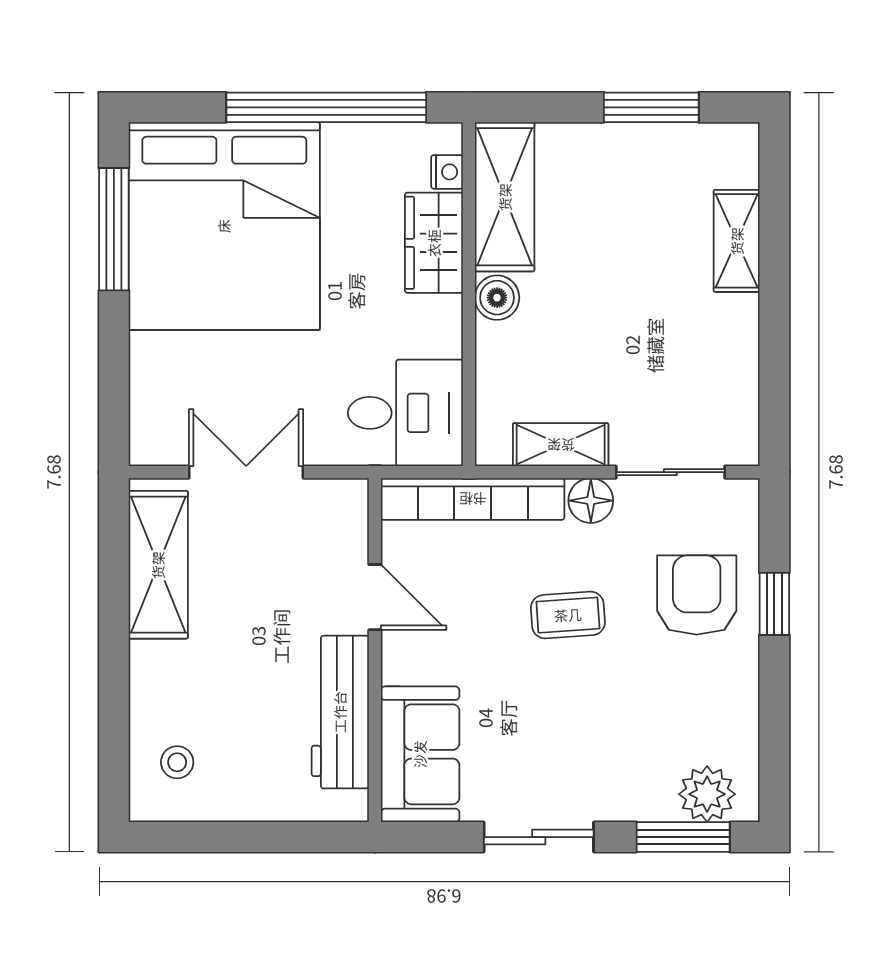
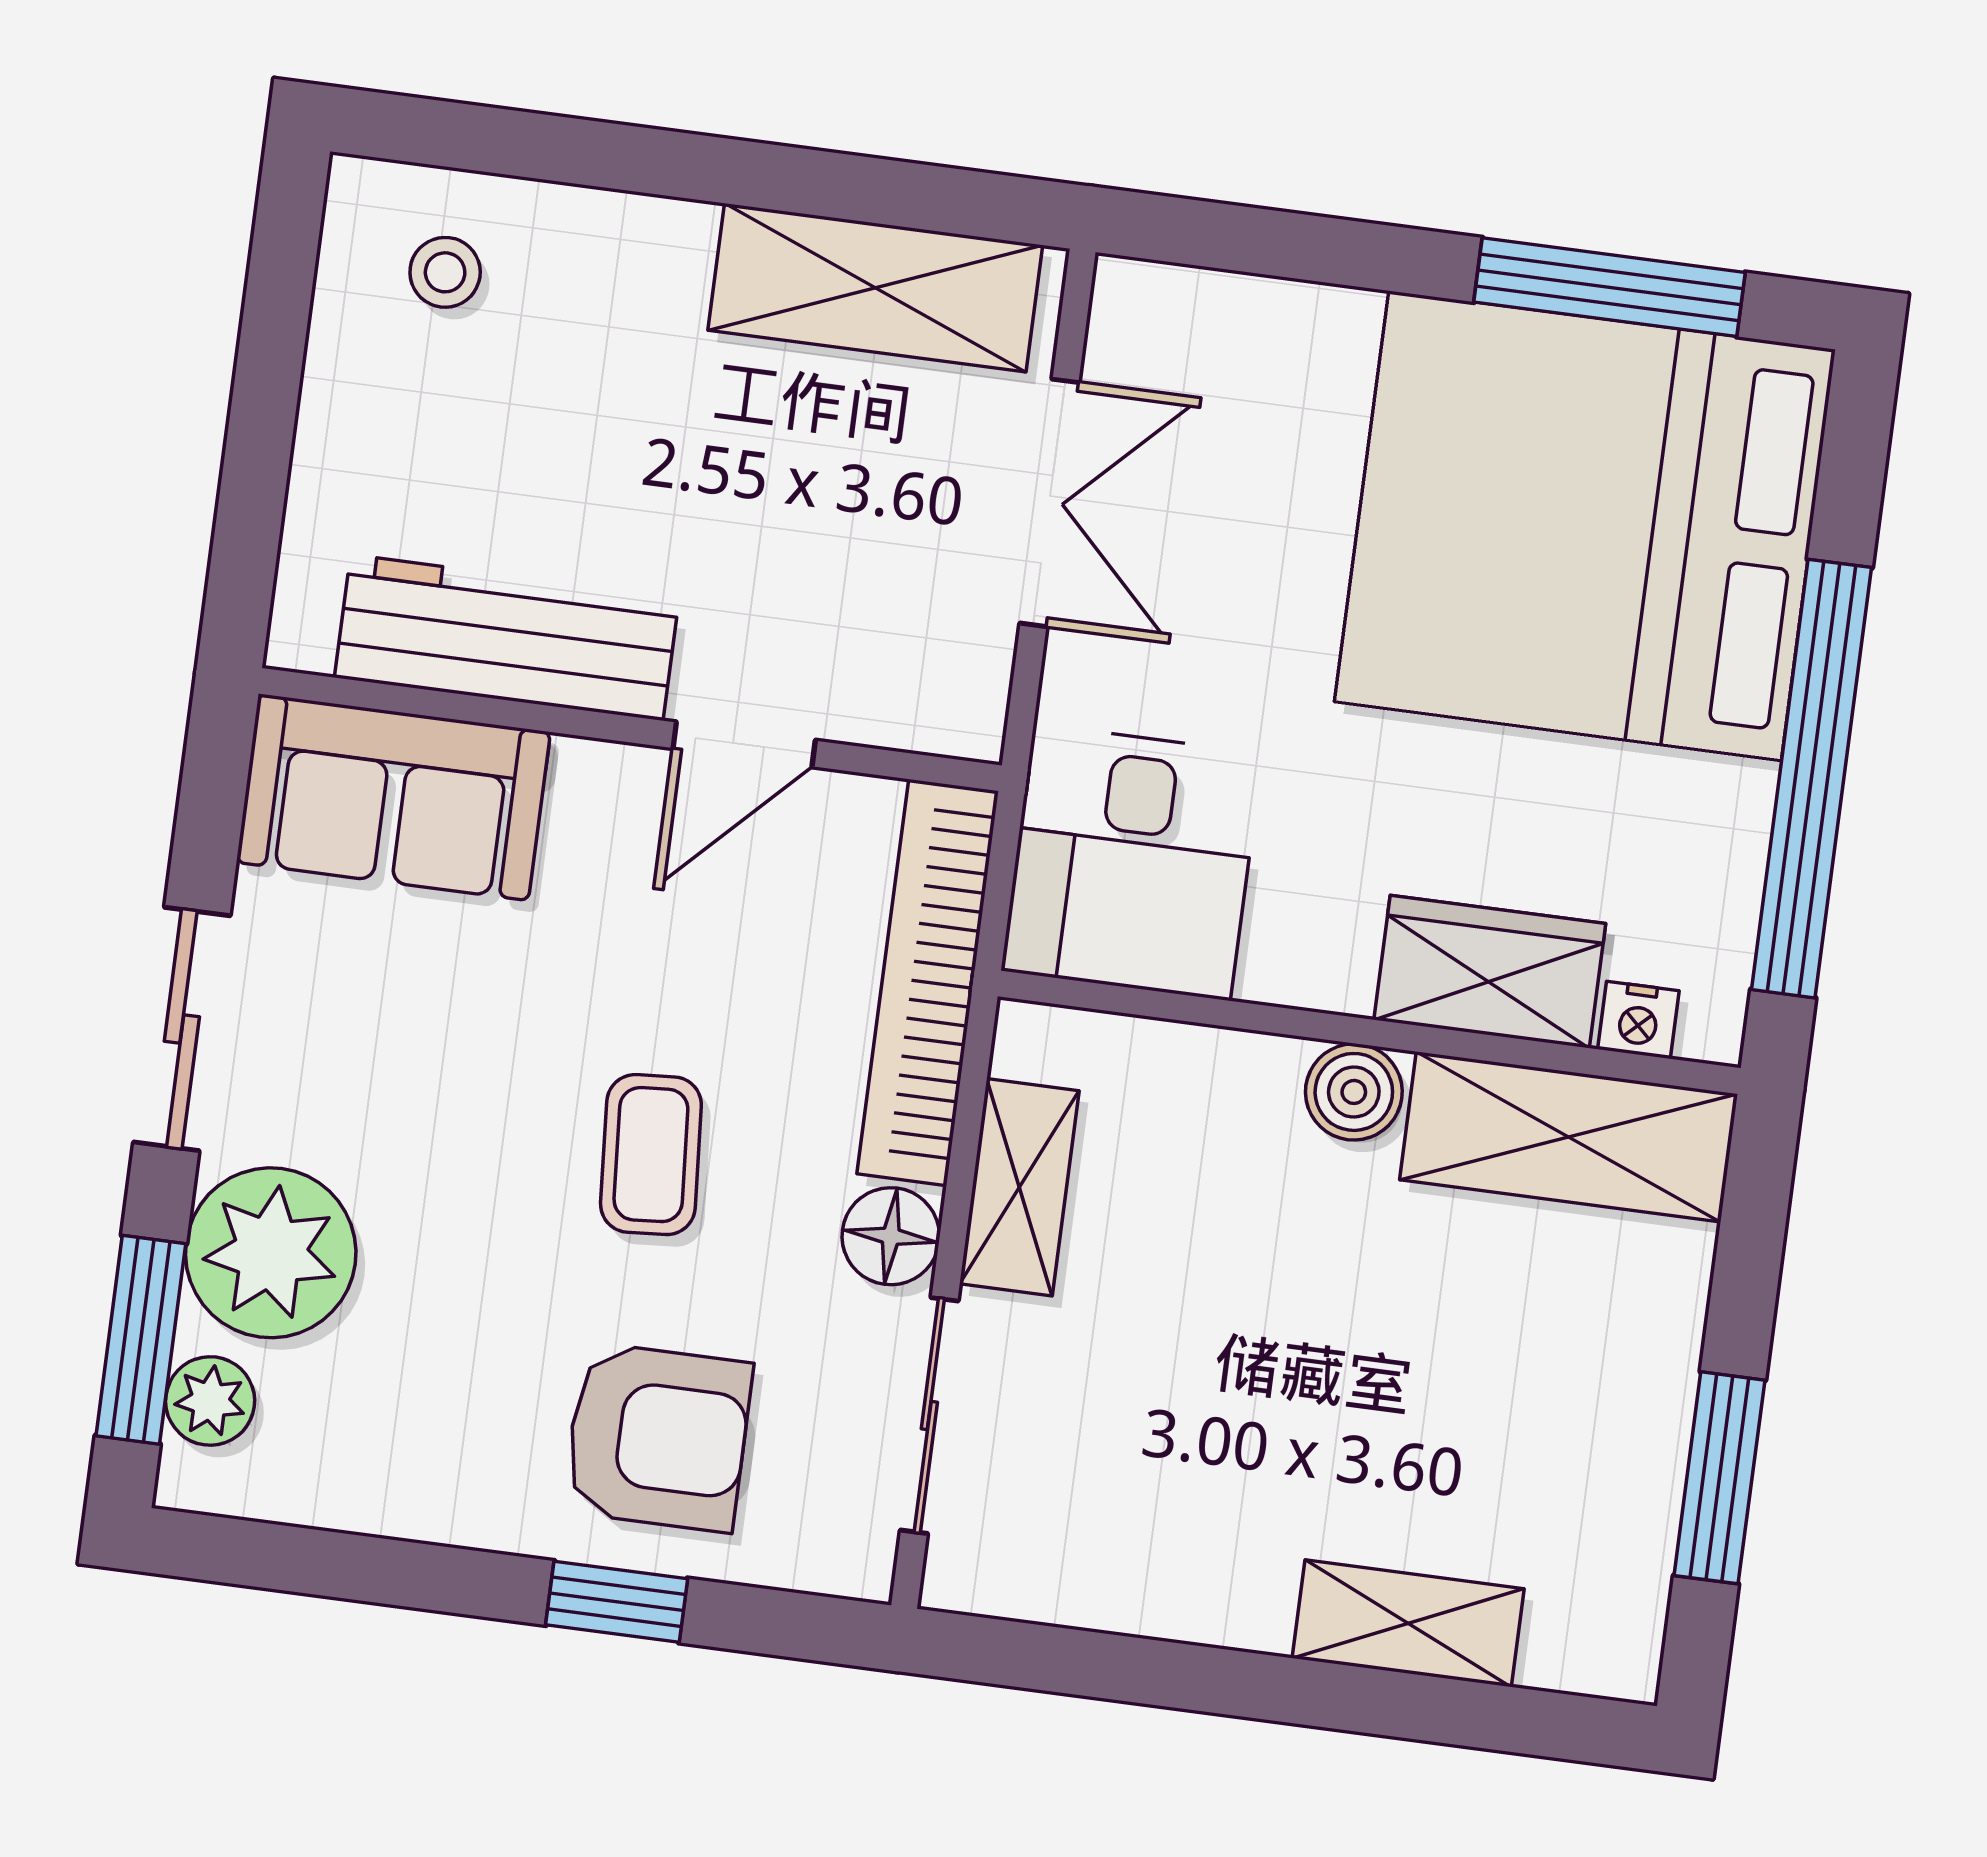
plant: (636, 783) -> (271, 1253), added
plant: (707, 794) -> (210, 1401), width x0.73, depth x0.73

